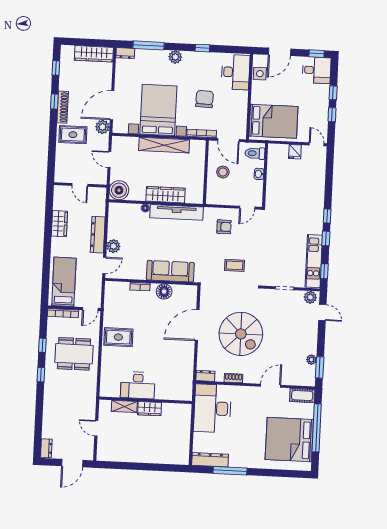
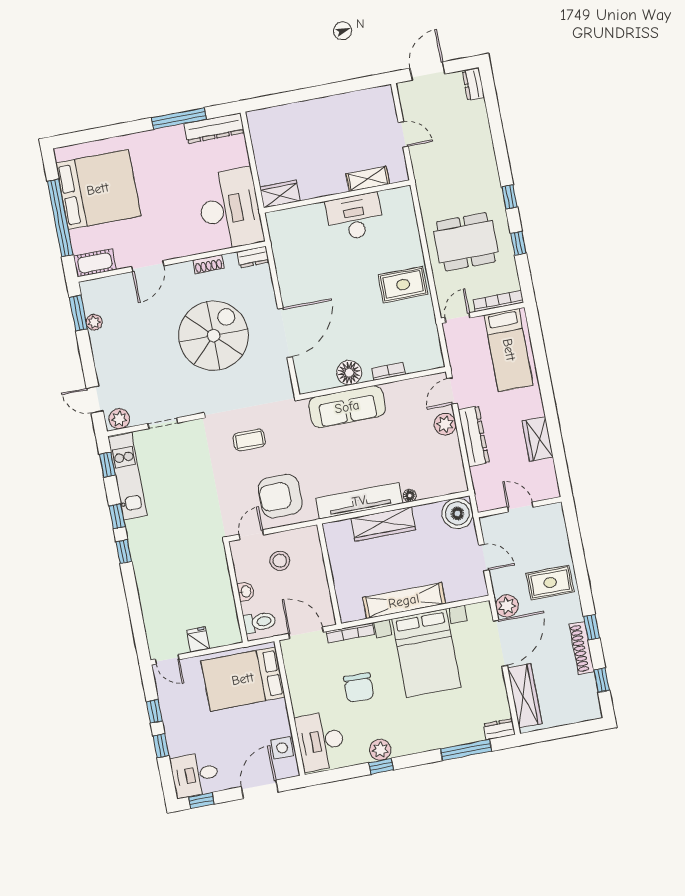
wardrobe: (94, 54) -> (525, 696), moved, turned 90
plant: (175, 57) -> (380, 750), moved
shoe rack: (63, 107) -> (582, 648), moved
stool: (223, 172) -> (280, 561), moved
armchair: (224, 227) -> (280, 496), width x1.88, depth x1.88
spiral stairs: (241, 334) -> (214, 336), turned 90
wardrobe: (150, 409) -> (280, 194), moved

